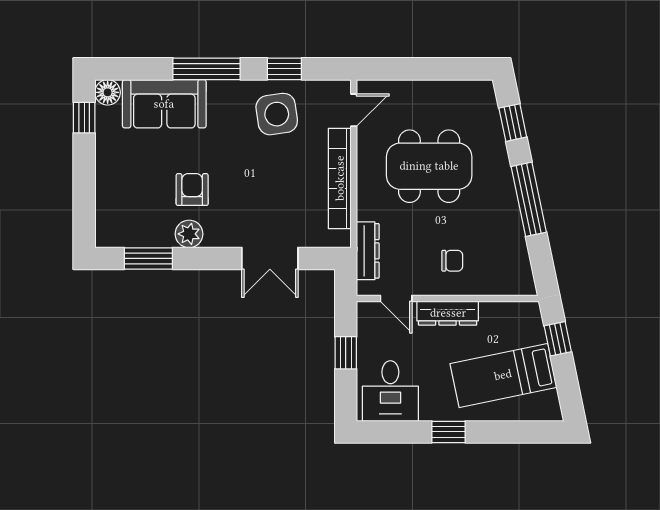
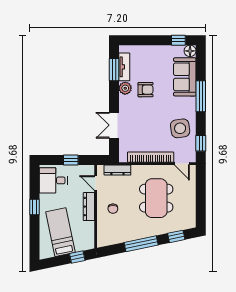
window: (284, 69) -> (201, 143), moved
tv unit: (143, 236) -> (124, 67), added
door: (396, 298) -> (96, 183), hinge flipped

